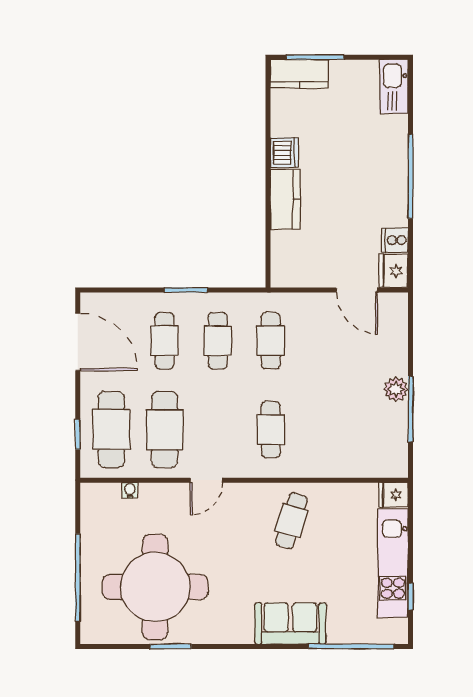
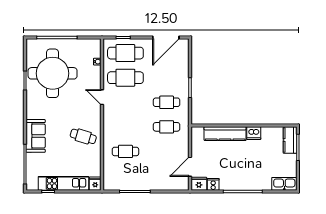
kitchen counter: (285, 199) -> (225, 134), width x1.50
cafe table: (165, 341) -> (167, 78), removed
plant: (396, 389) -> (144, 185), removed
cafe table: (271, 430) -> (125, 151), moved

